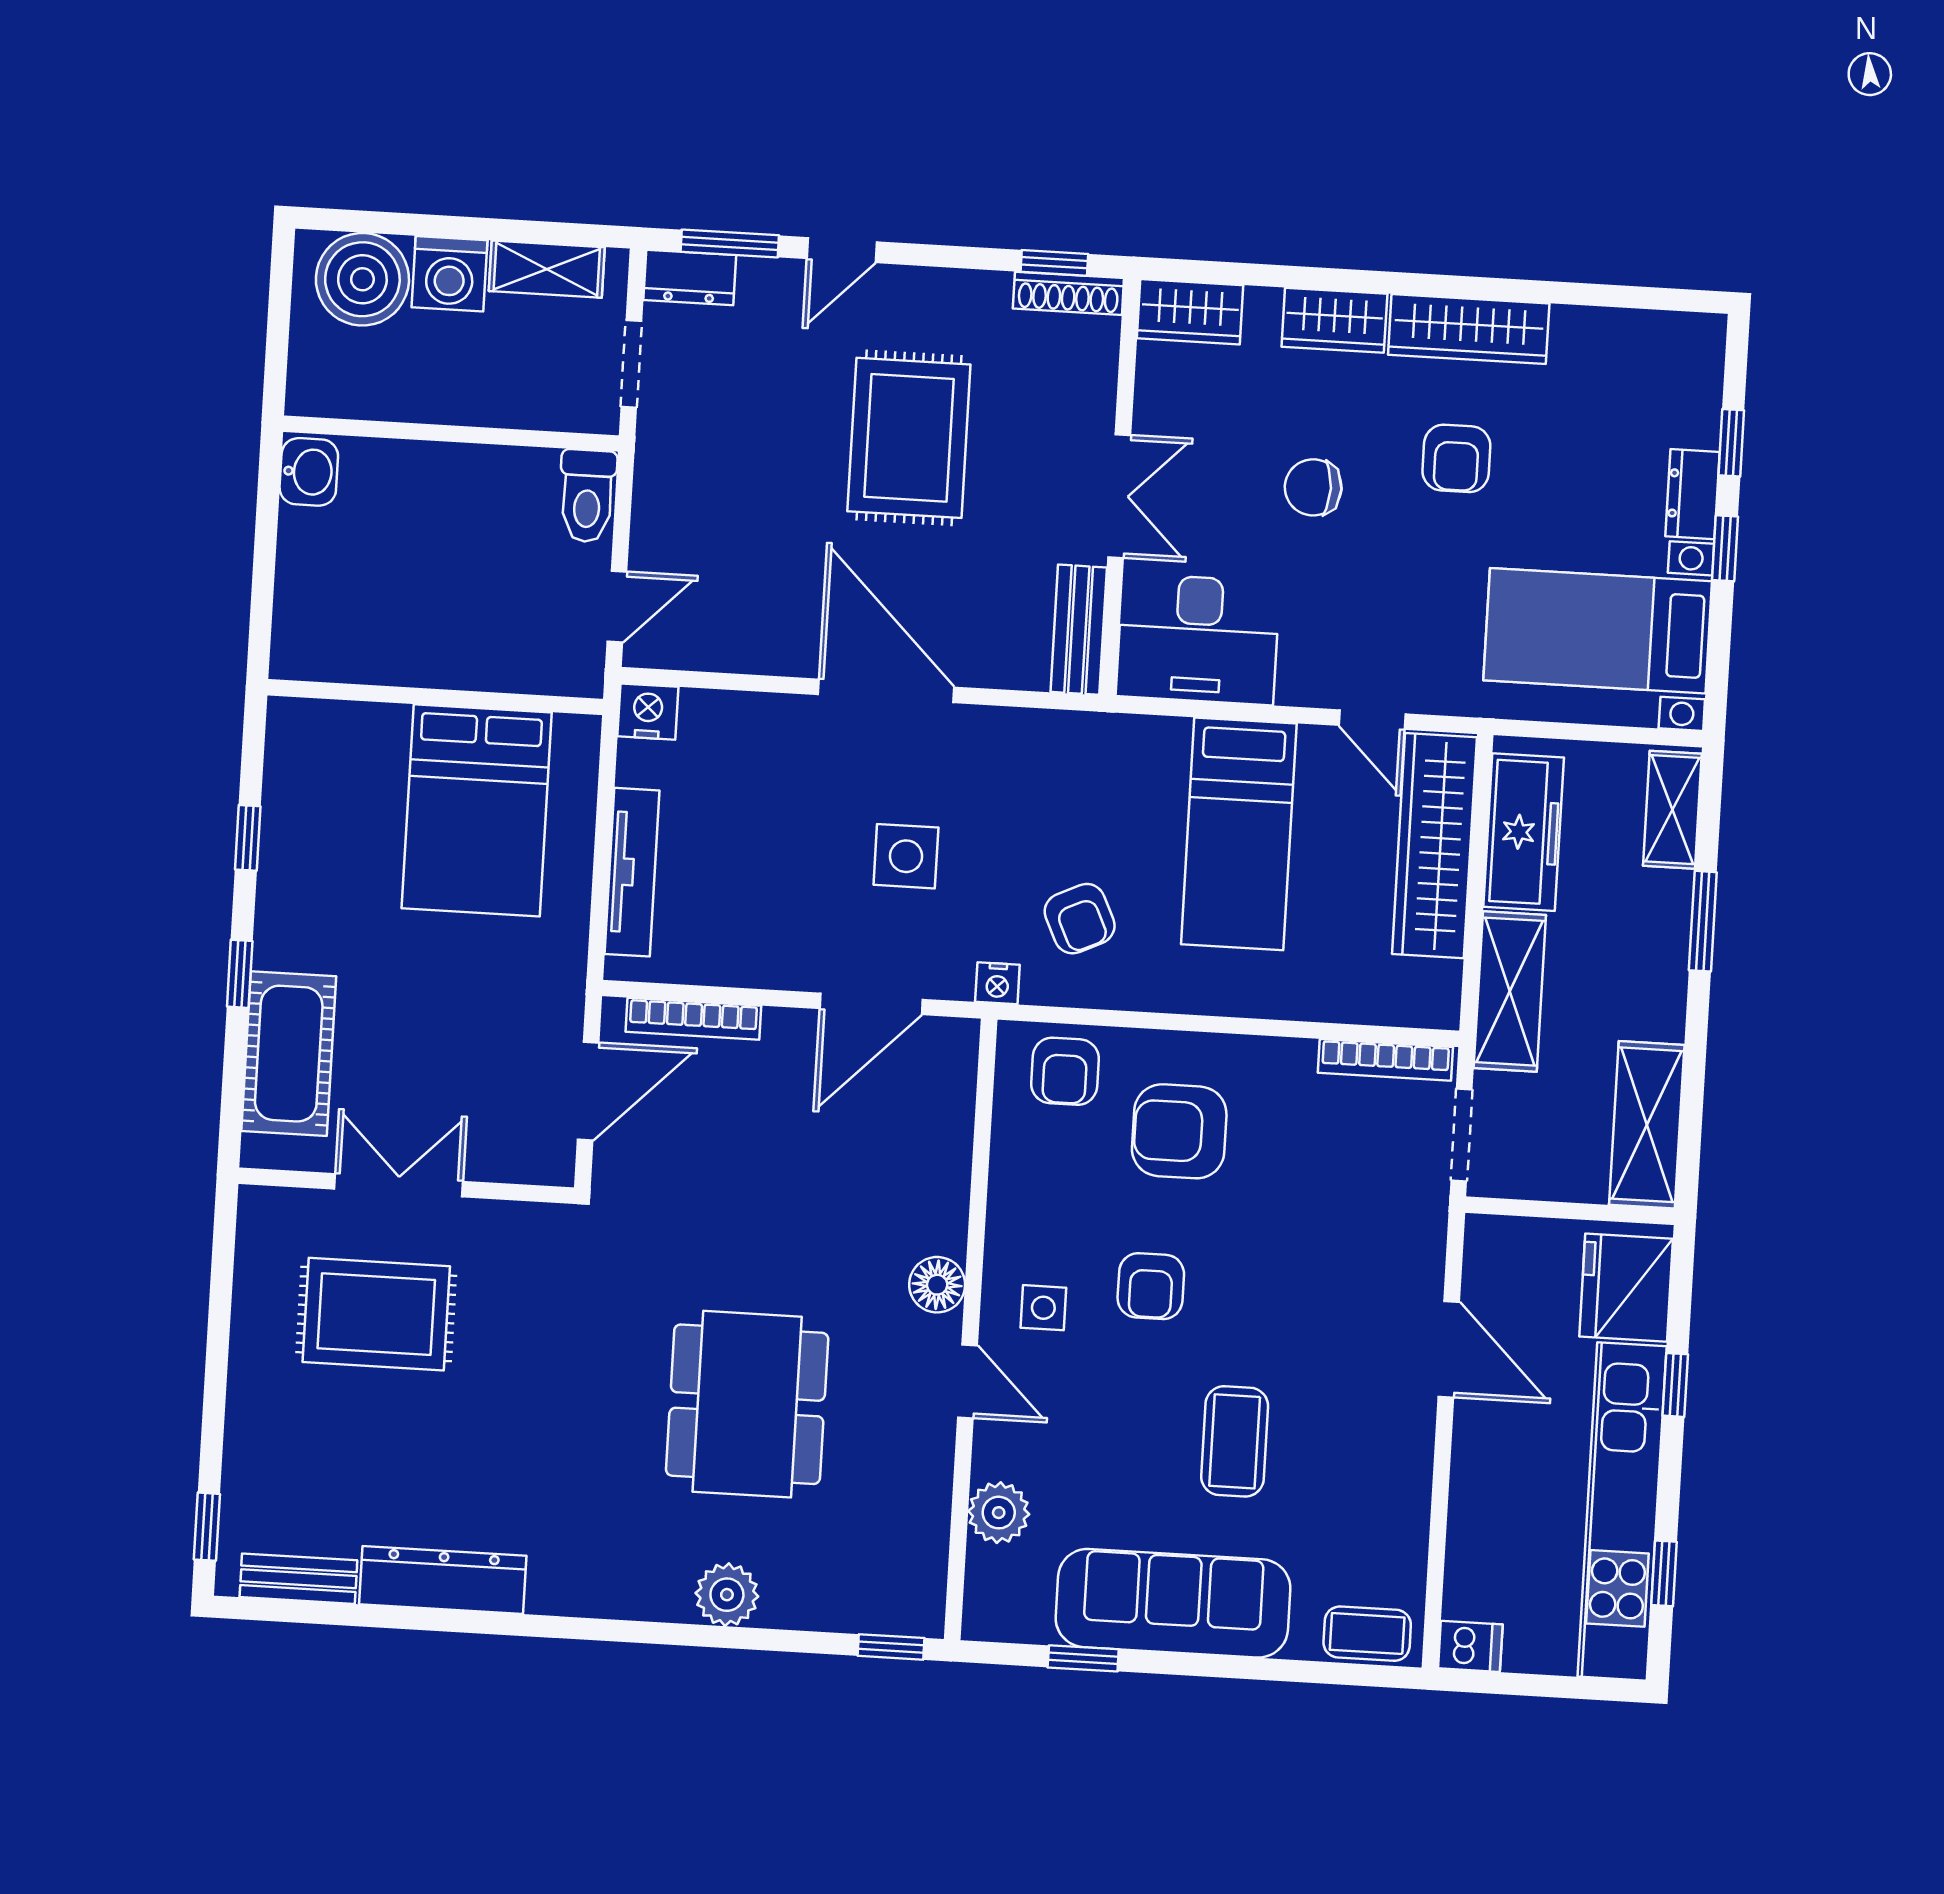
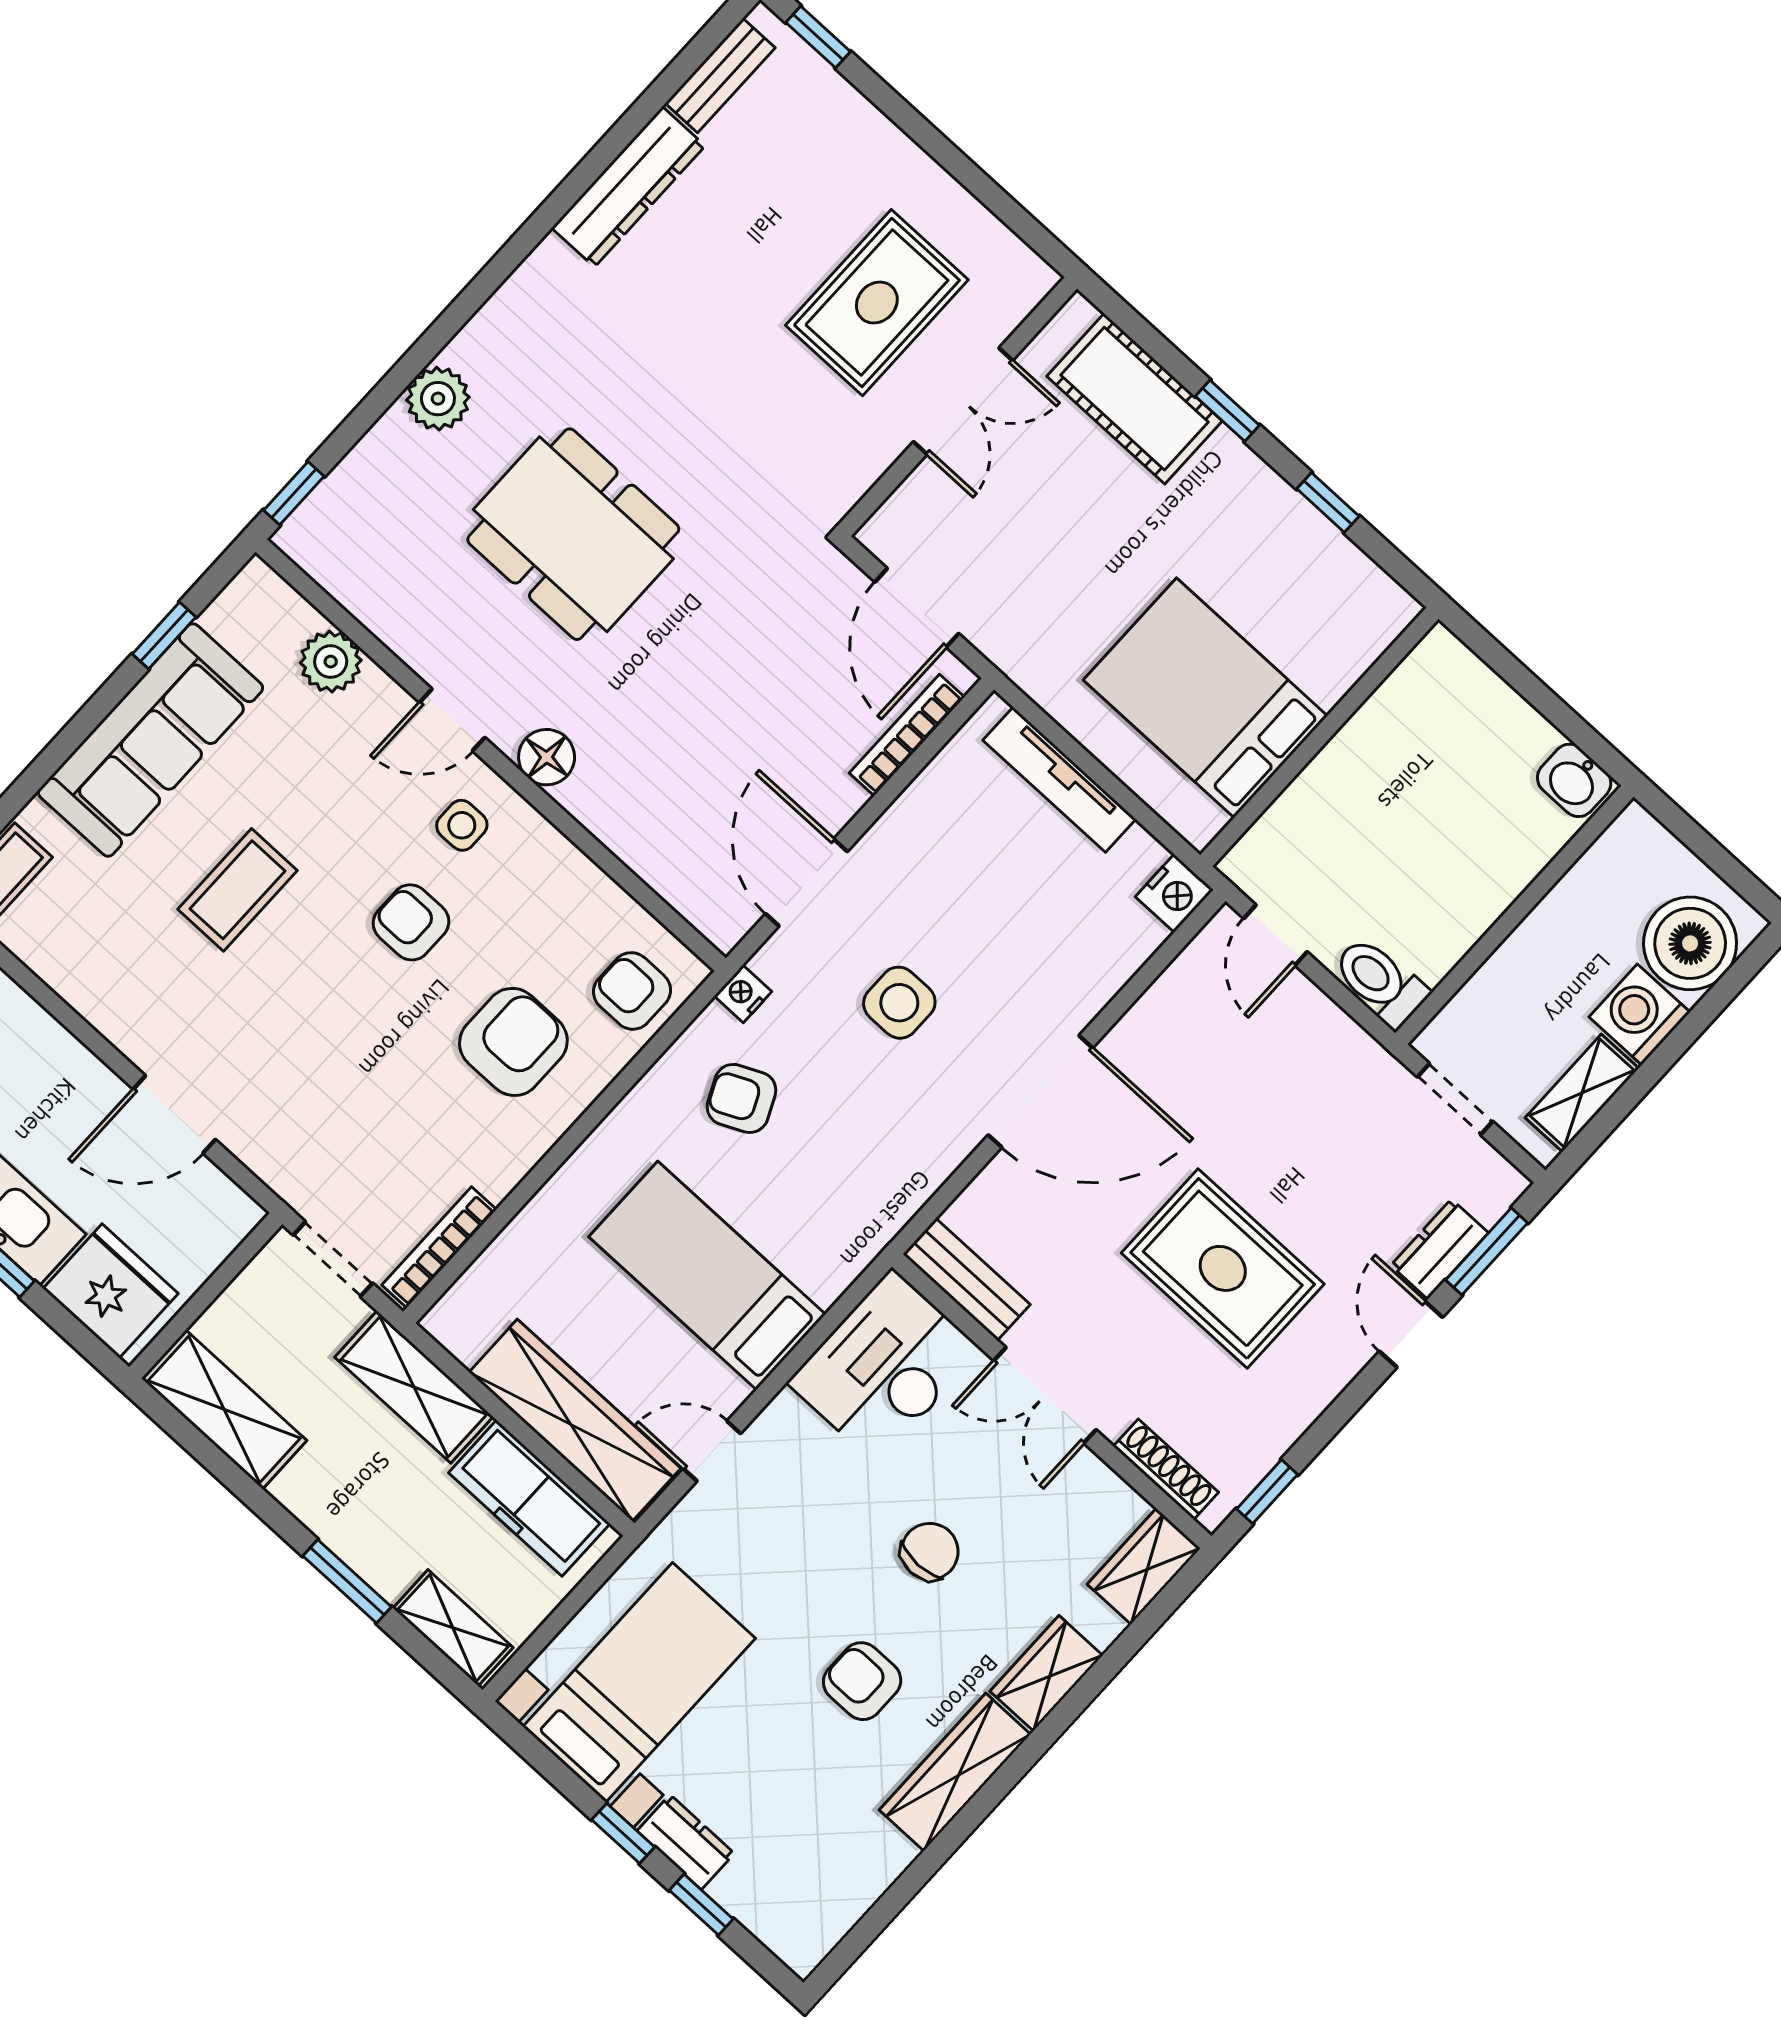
dresser: (690, 278) -> (1440, 1249), moved
shoe rack: (1068, 293) -> (1166, 1469), moved, turned 90
coffee table: (1235, 1441) -> (237, 890), turned 90

